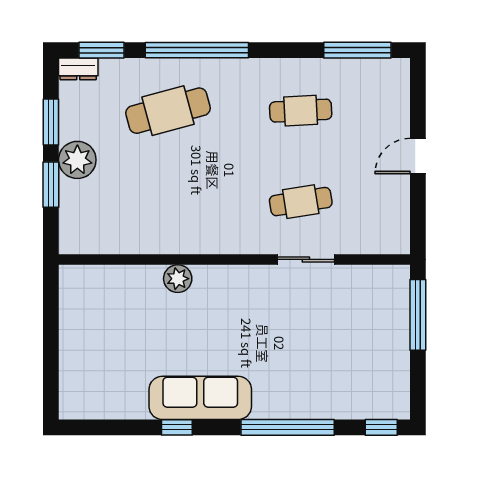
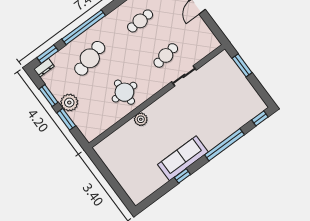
round table: (184, 212) -> (124, 92), added
window: (418, 315) -> (242, 65), width x0.69

